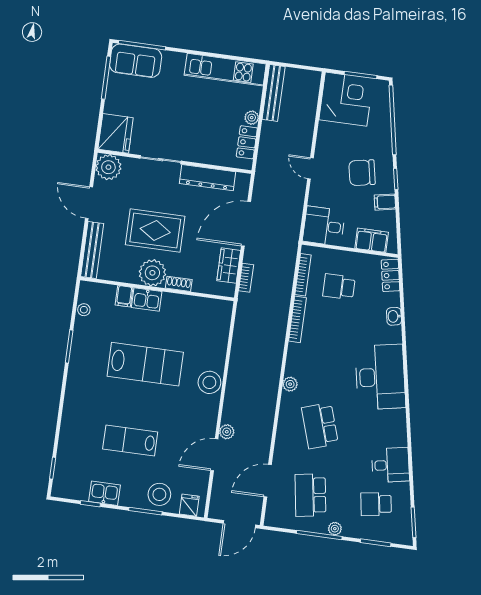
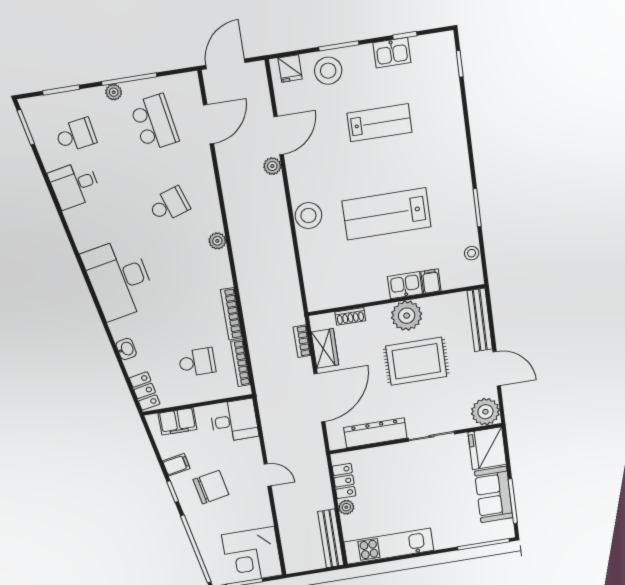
sofa: (136, 61) -> (494, 494), moved, turned -90
shoe rack: (179, 284) -> (350, 316), moved
school desk: (320, 426) -> (169, 205), width x0.54

